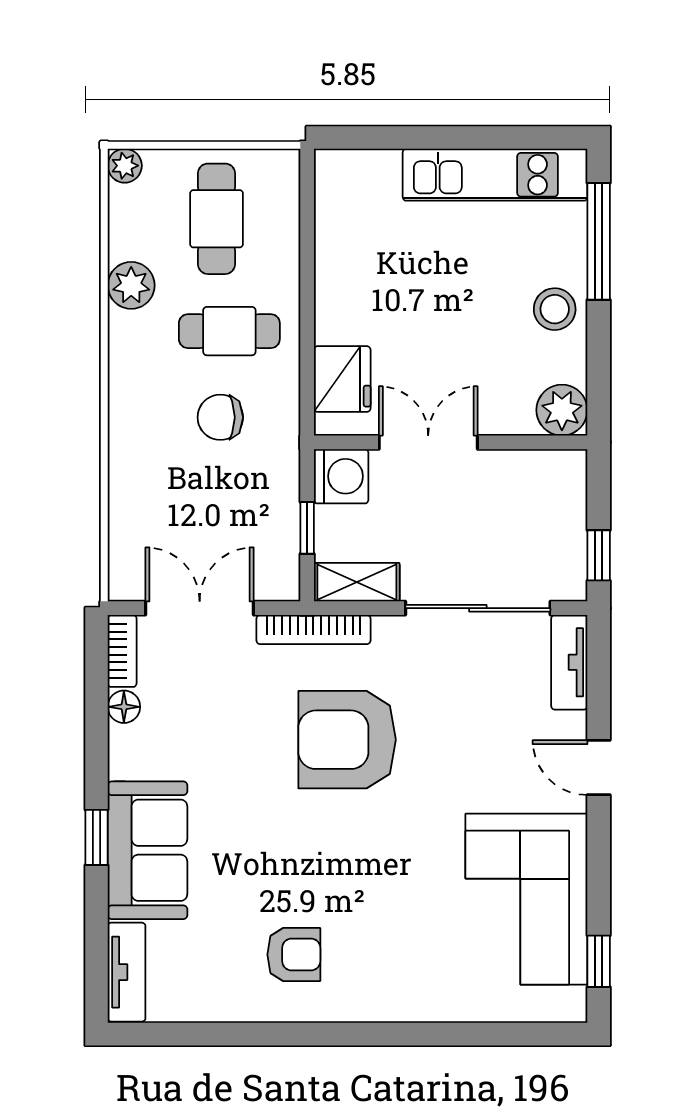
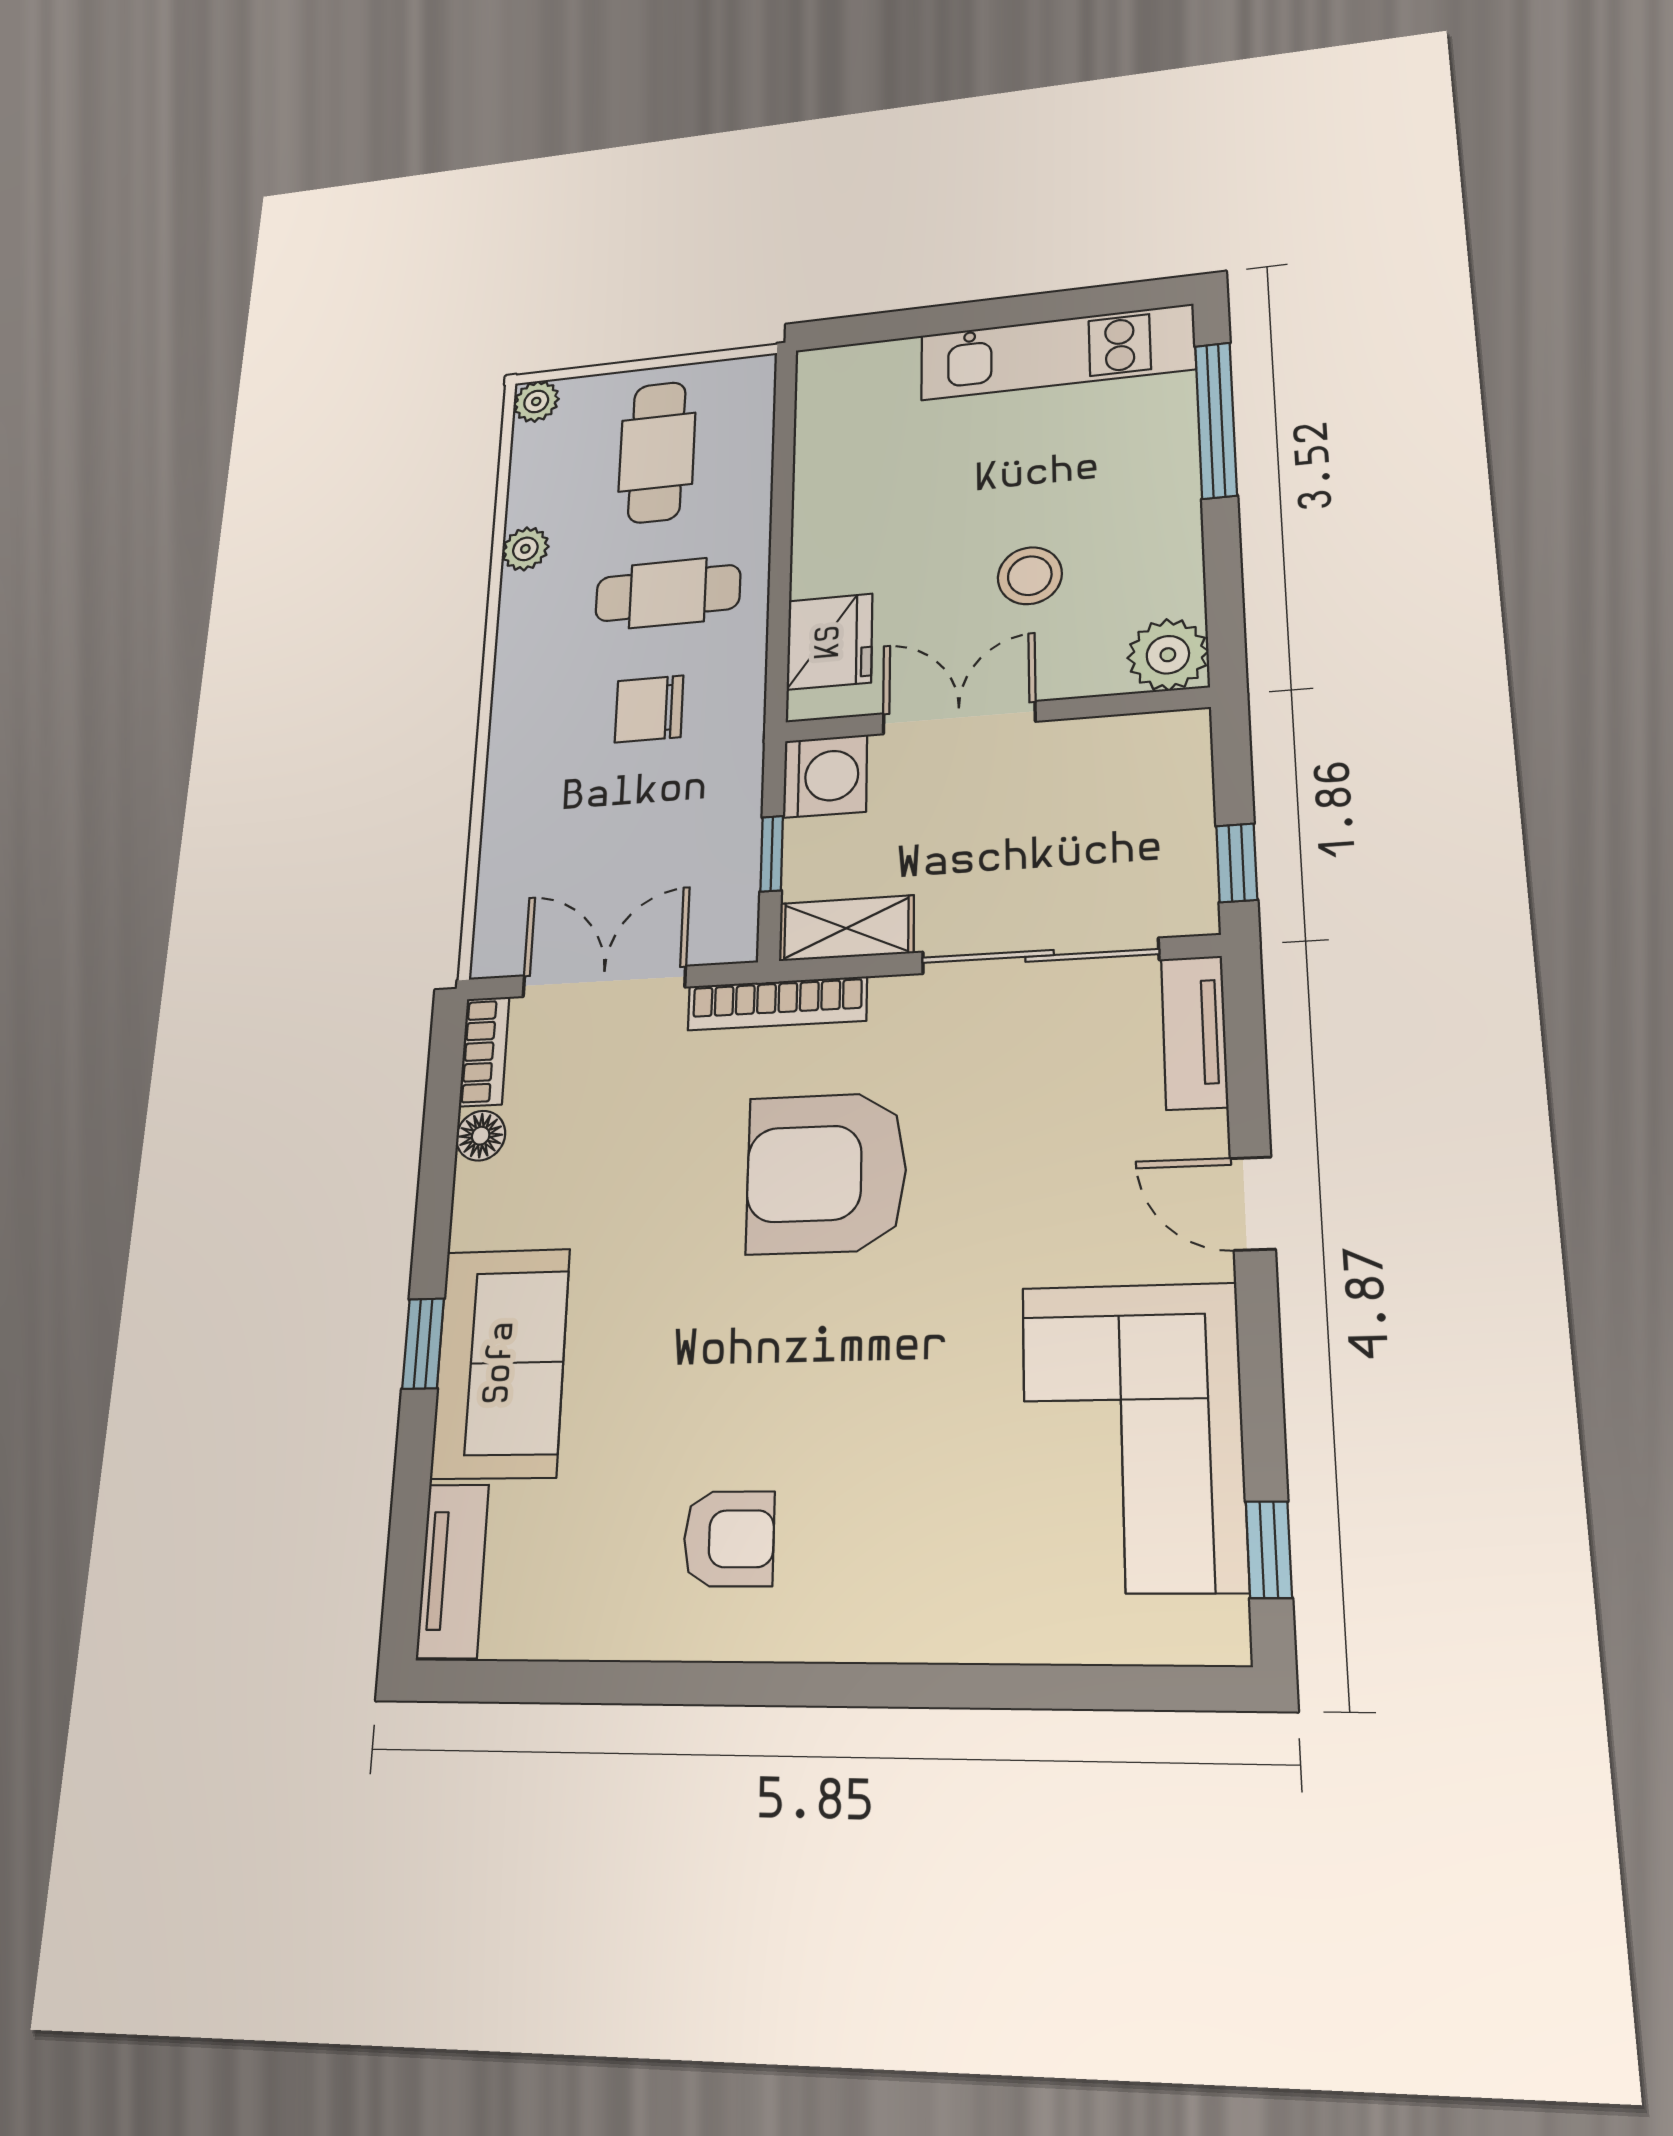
plant: (131, 285) -> (525, 549), width x0.73, depth x0.73
stool: (555, 309) -> (1030, 576), moved

